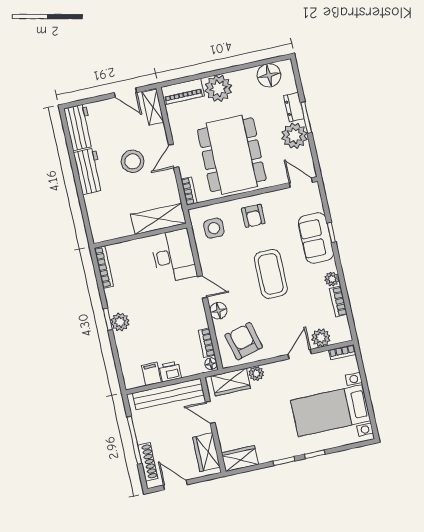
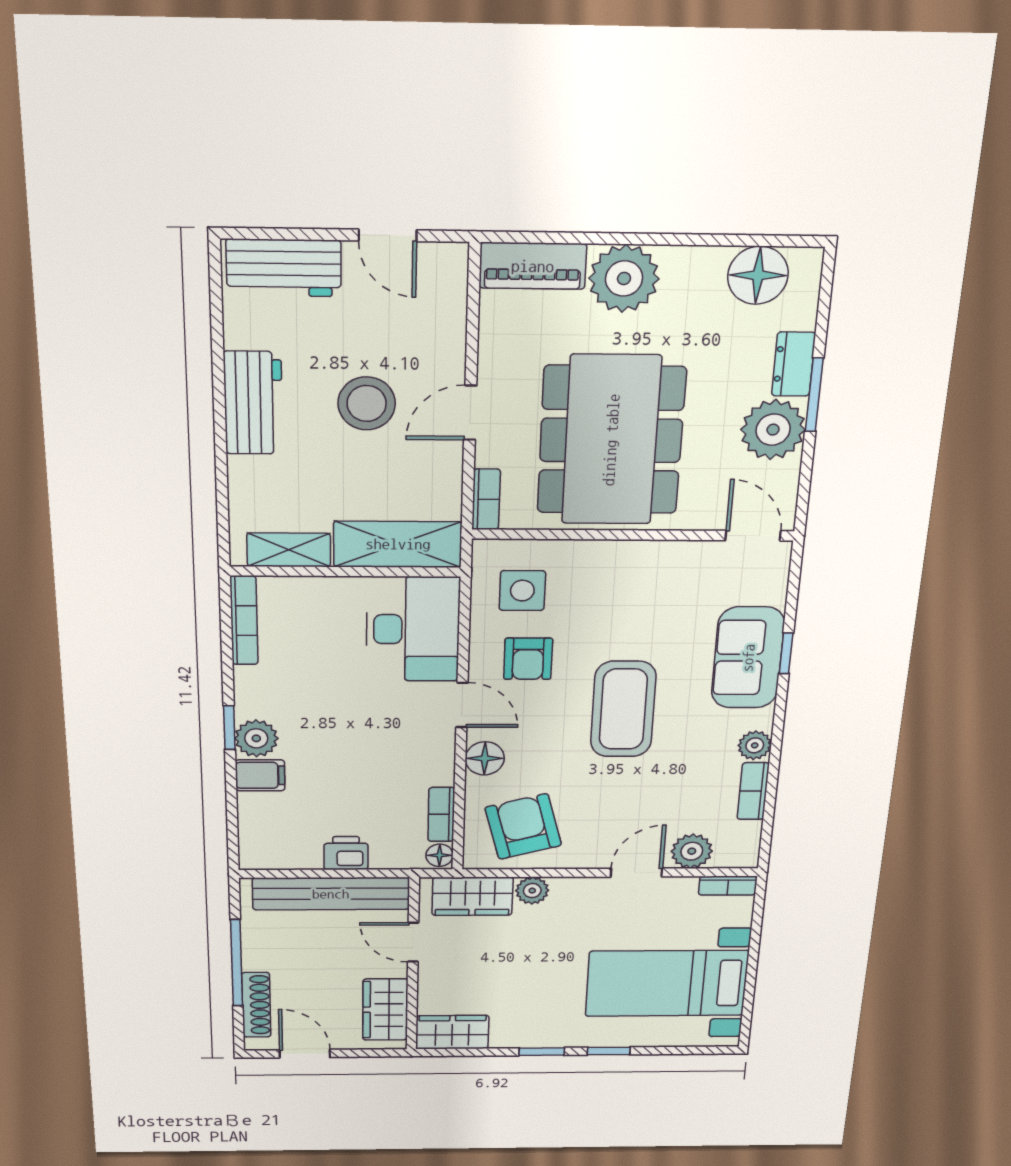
shelving: (153, 107) -> (289, 550), moved, turned 90
workbench: (79, 127) -> (284, 268), moved, turned 90
armchair: (253, 216) -> (528, 659), moved
filing cabinet: (151, 374) -> (260, 775), moved, turned 90

